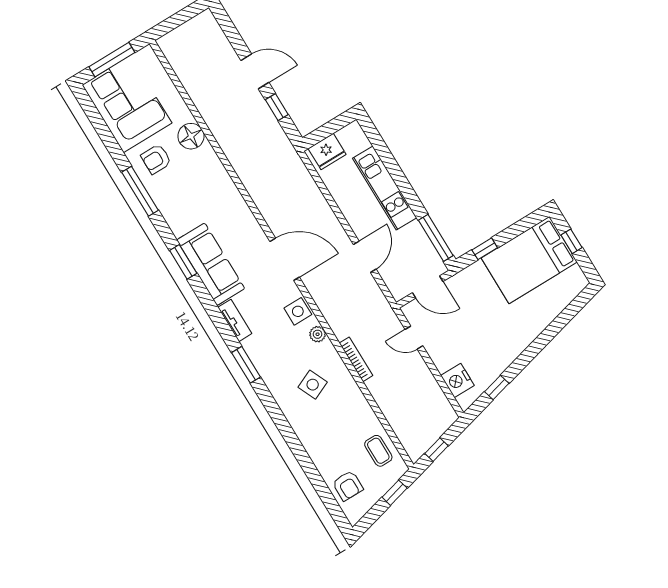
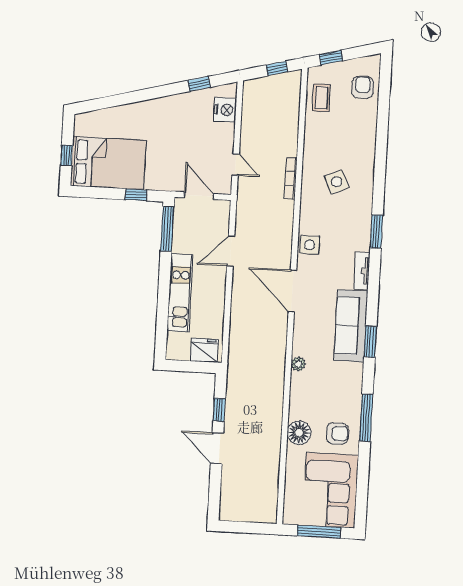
plant: (318, 334) -> (298, 364), moved

